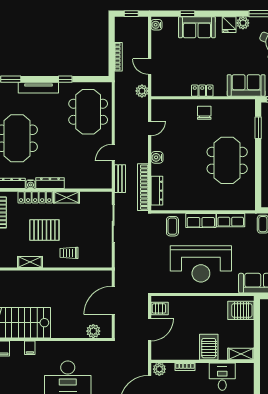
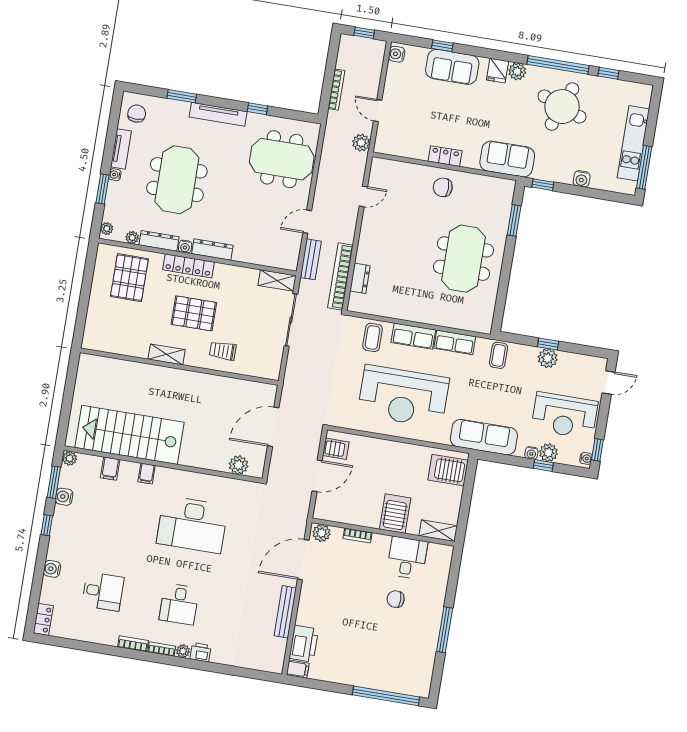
meeting table: (88, 112) -> (282, 159), turned 90
chair: (204, 113) -> (443, 187), turned -90
water cooler: (157, 157) -> (367, 238), removed
dresser: (157, 191) -> (360, 278), width x0.70
shelving: (67, 197) -> (277, 280), moved

